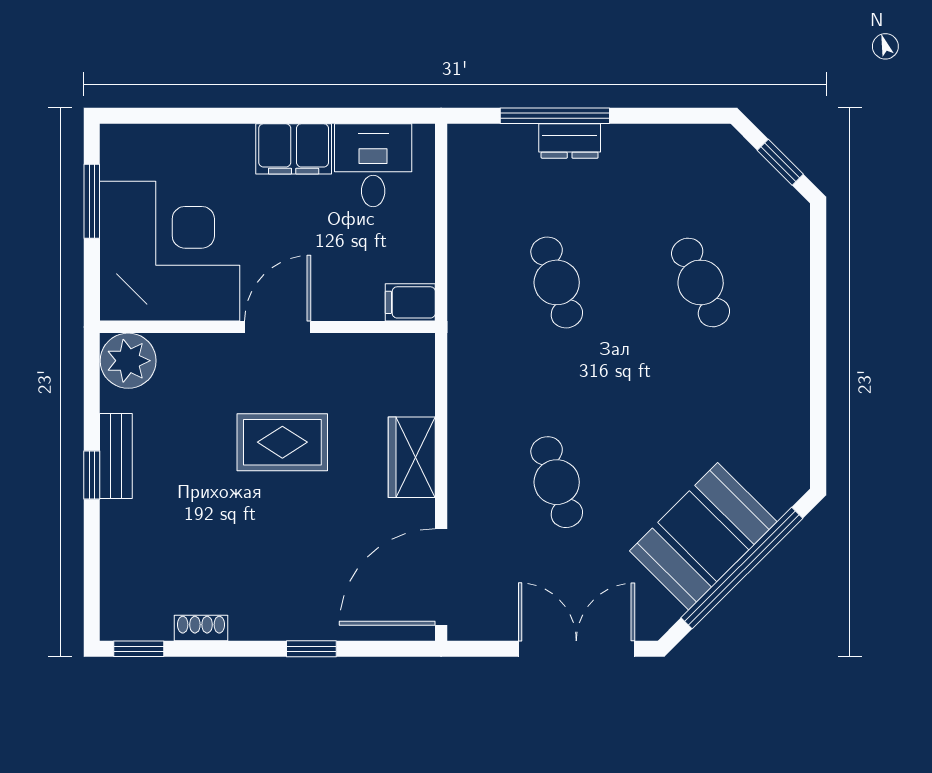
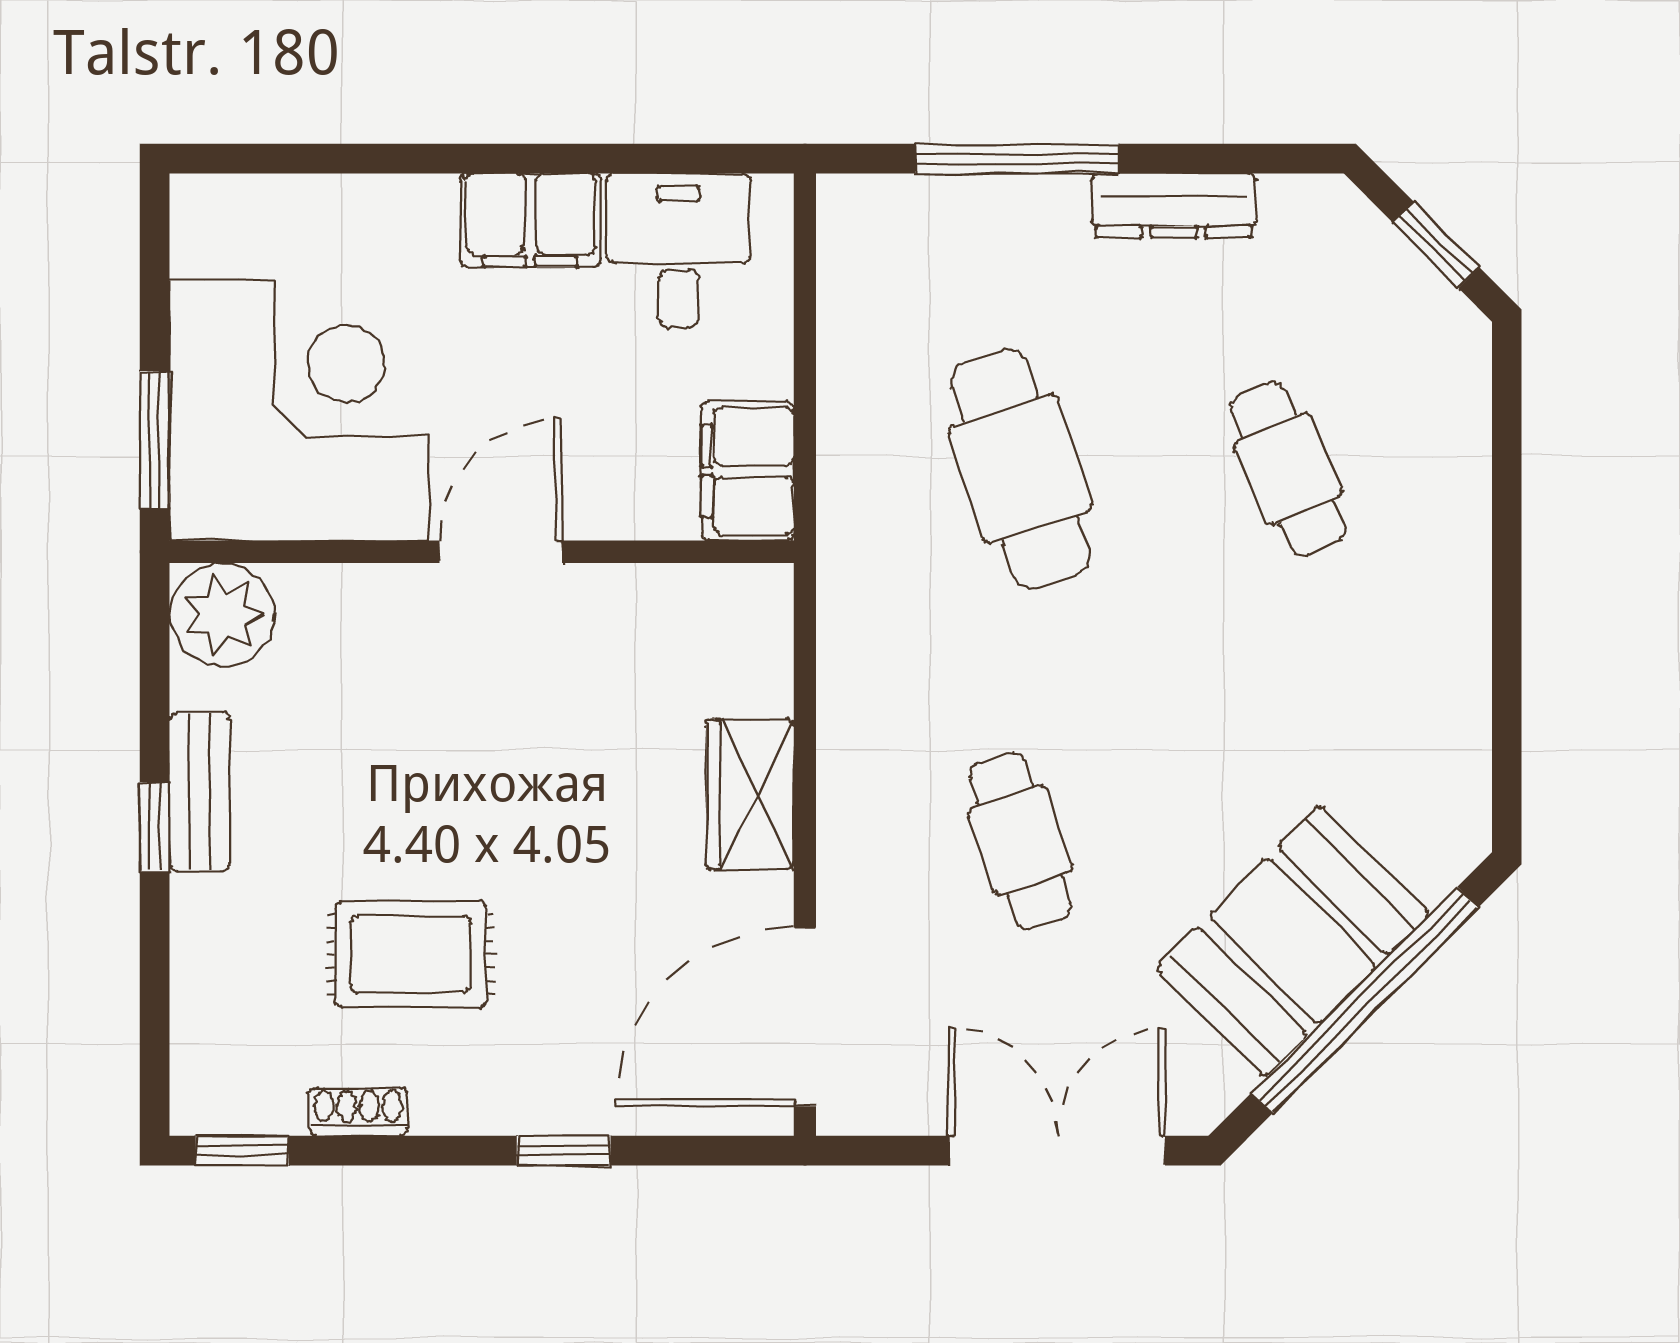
dresser: (570, 141) -> (1174, 206), moved, width x1.44
window: (92, 201) -> (155, 440), moved
cafe table: (557, 282) -> (1020, 469), width x1.37, depth x1.35
filing cabinet: (410, 302) -> (748, 471), width x2.00
rug: (282, 442) -> (411, 954), moved

